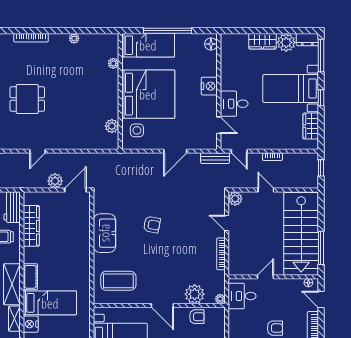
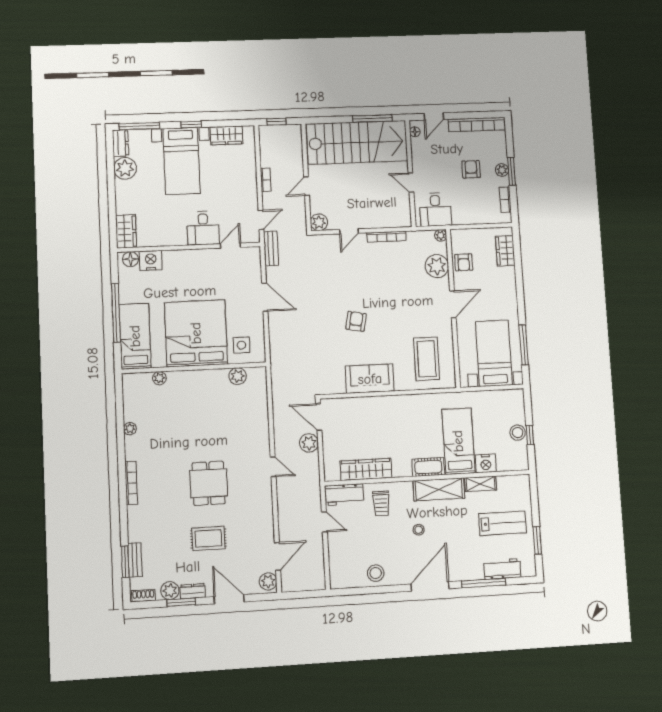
wardrobe: (262, 41) -> (126, 231), moved
nightstand: (209, 86) -> (151, 260), moved
armchair: (197, 317) -> (464, 262), turned 180

